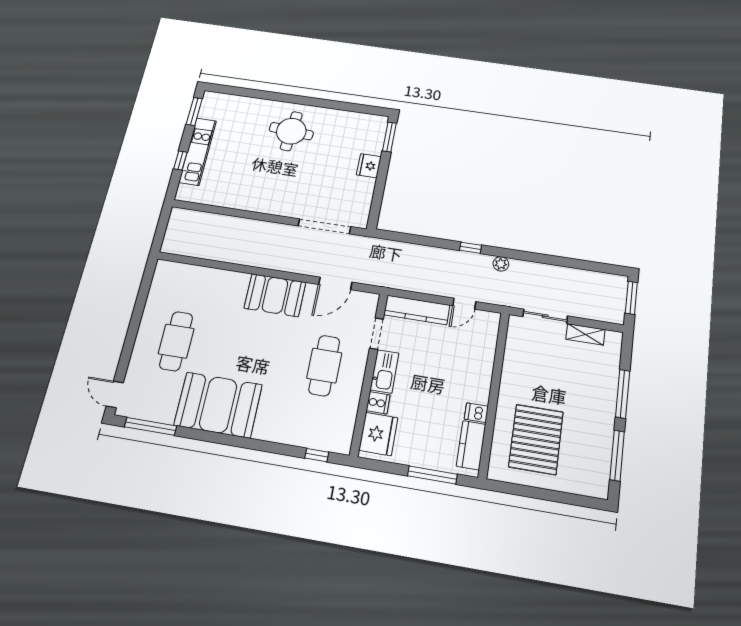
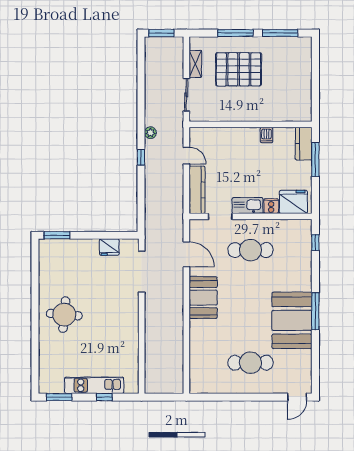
fridge: (369, 166) -> (109, 247), moved
window: (151, 426) -> (315, 311), moved
pallet: (536, 439) -> (239, 69), moved
kitchen counter: (471, 445) -> (304, 144), moved, turned 90

